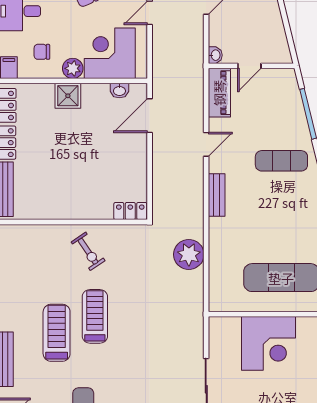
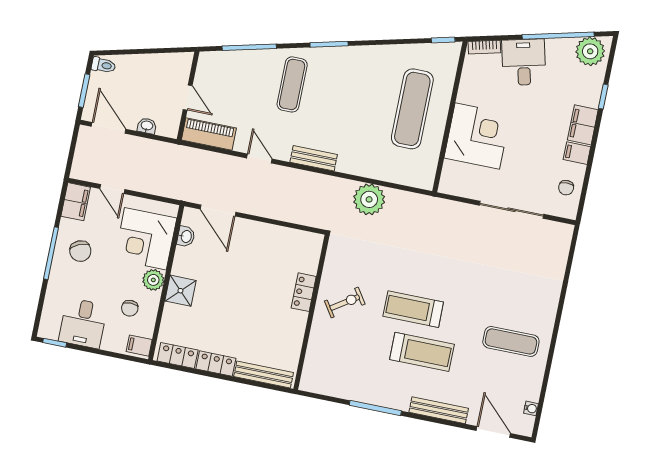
washbasin: (215, 55) -> (147, 126), moved
locker: (130, 211) -> (304, 292), moved
treadmill: (57, 333) -> (422, 352), turned 180

